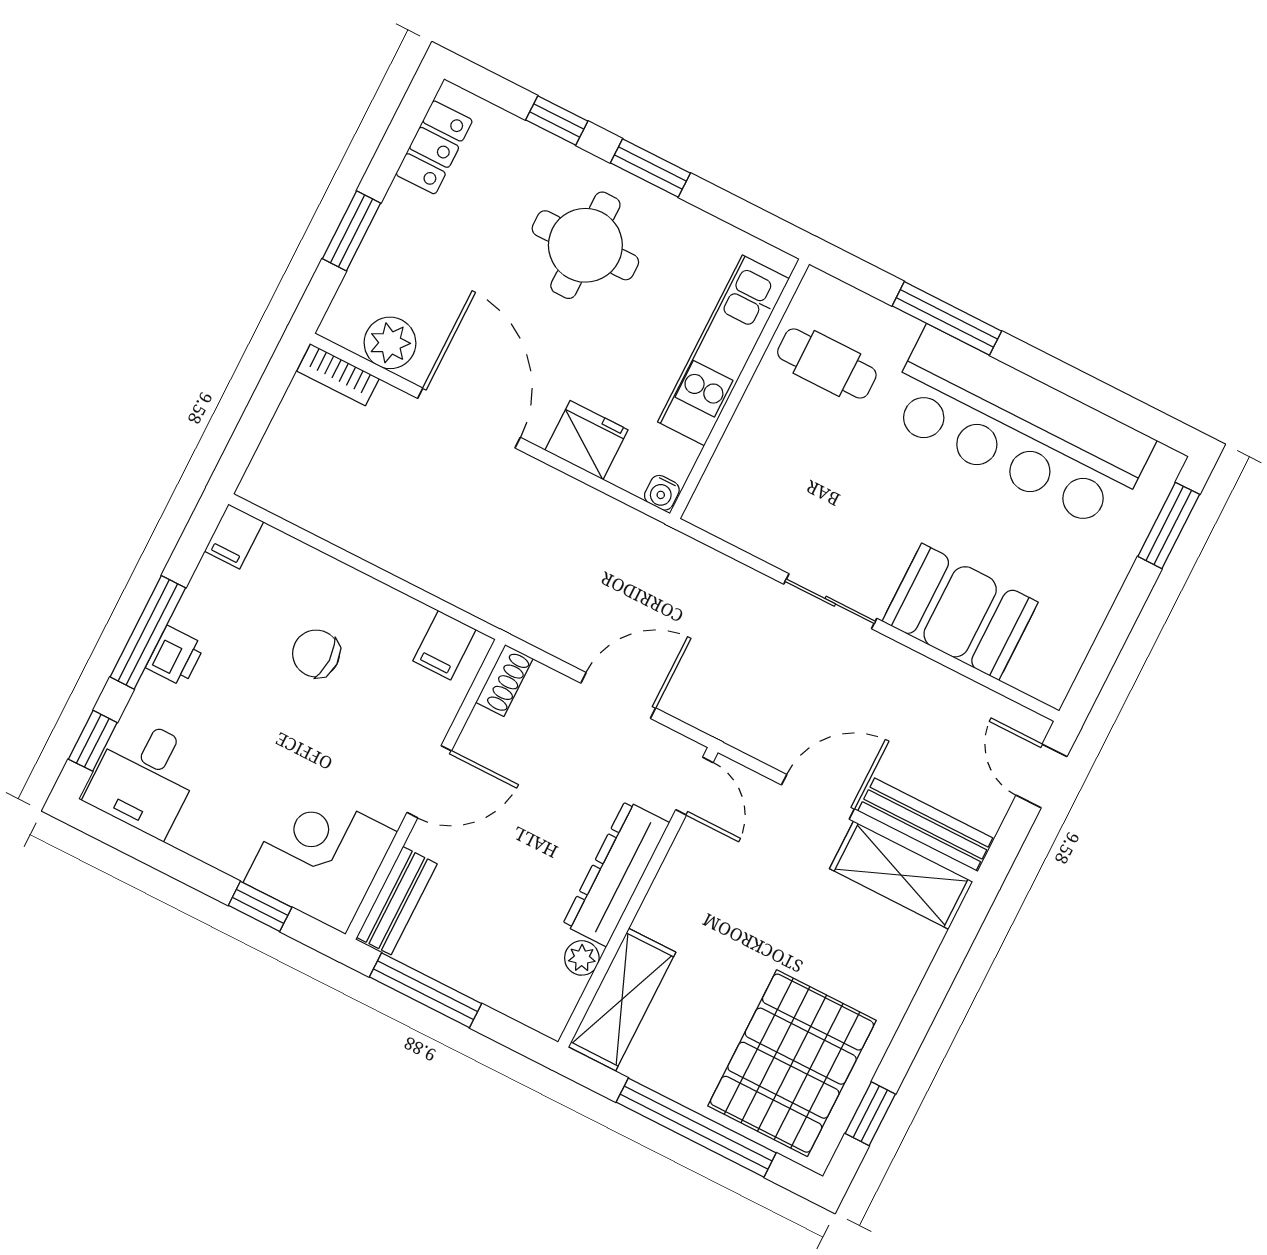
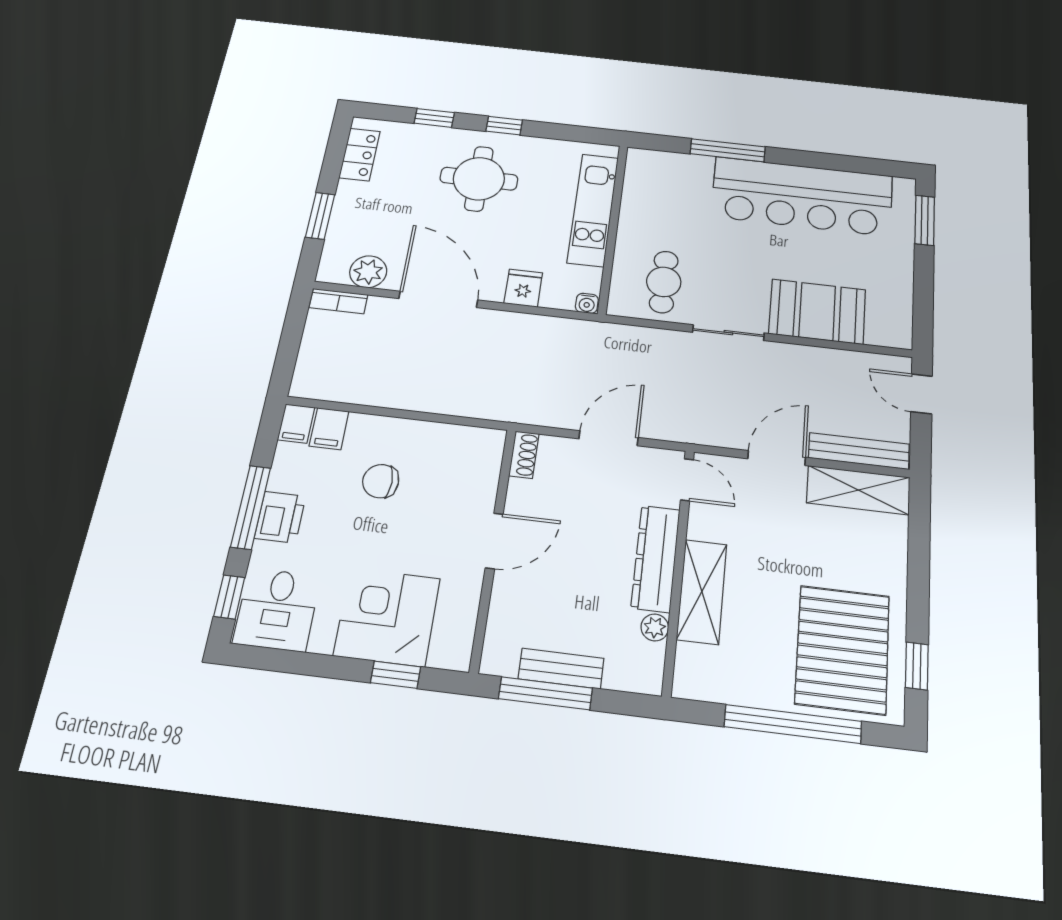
window: (650, 168) -> (504, 126), width x0.67
cafe table: (827, 364) -> (664, 282), moved, turned 90
fridge: (586, 440) -> (523, 288), width x0.72
filing cabinet: (444, 645) -> (329, 429), moved
printer: (175, 656) -> (280, 517), width x1.36, depth x1.24
corner desk: (320, 857) -> (387, 617), moved
bench: (397, 901) -> (561, 669), moved, turned 90
shelving: (622, 999) -> (702, 592), moved

